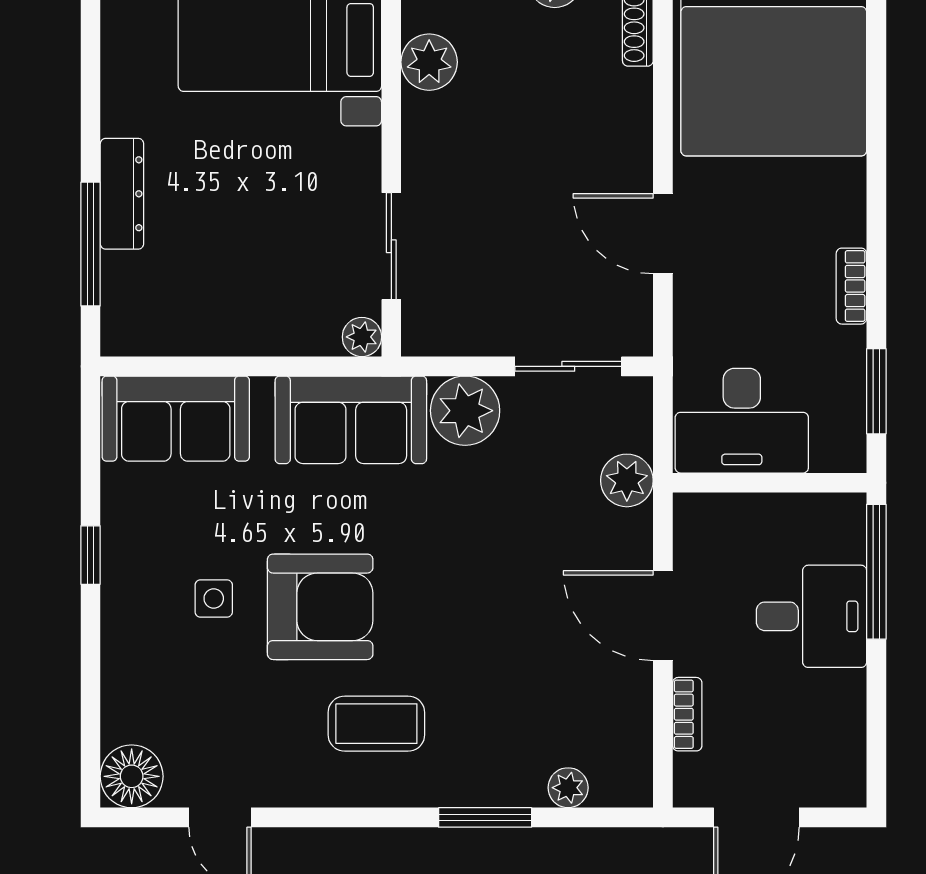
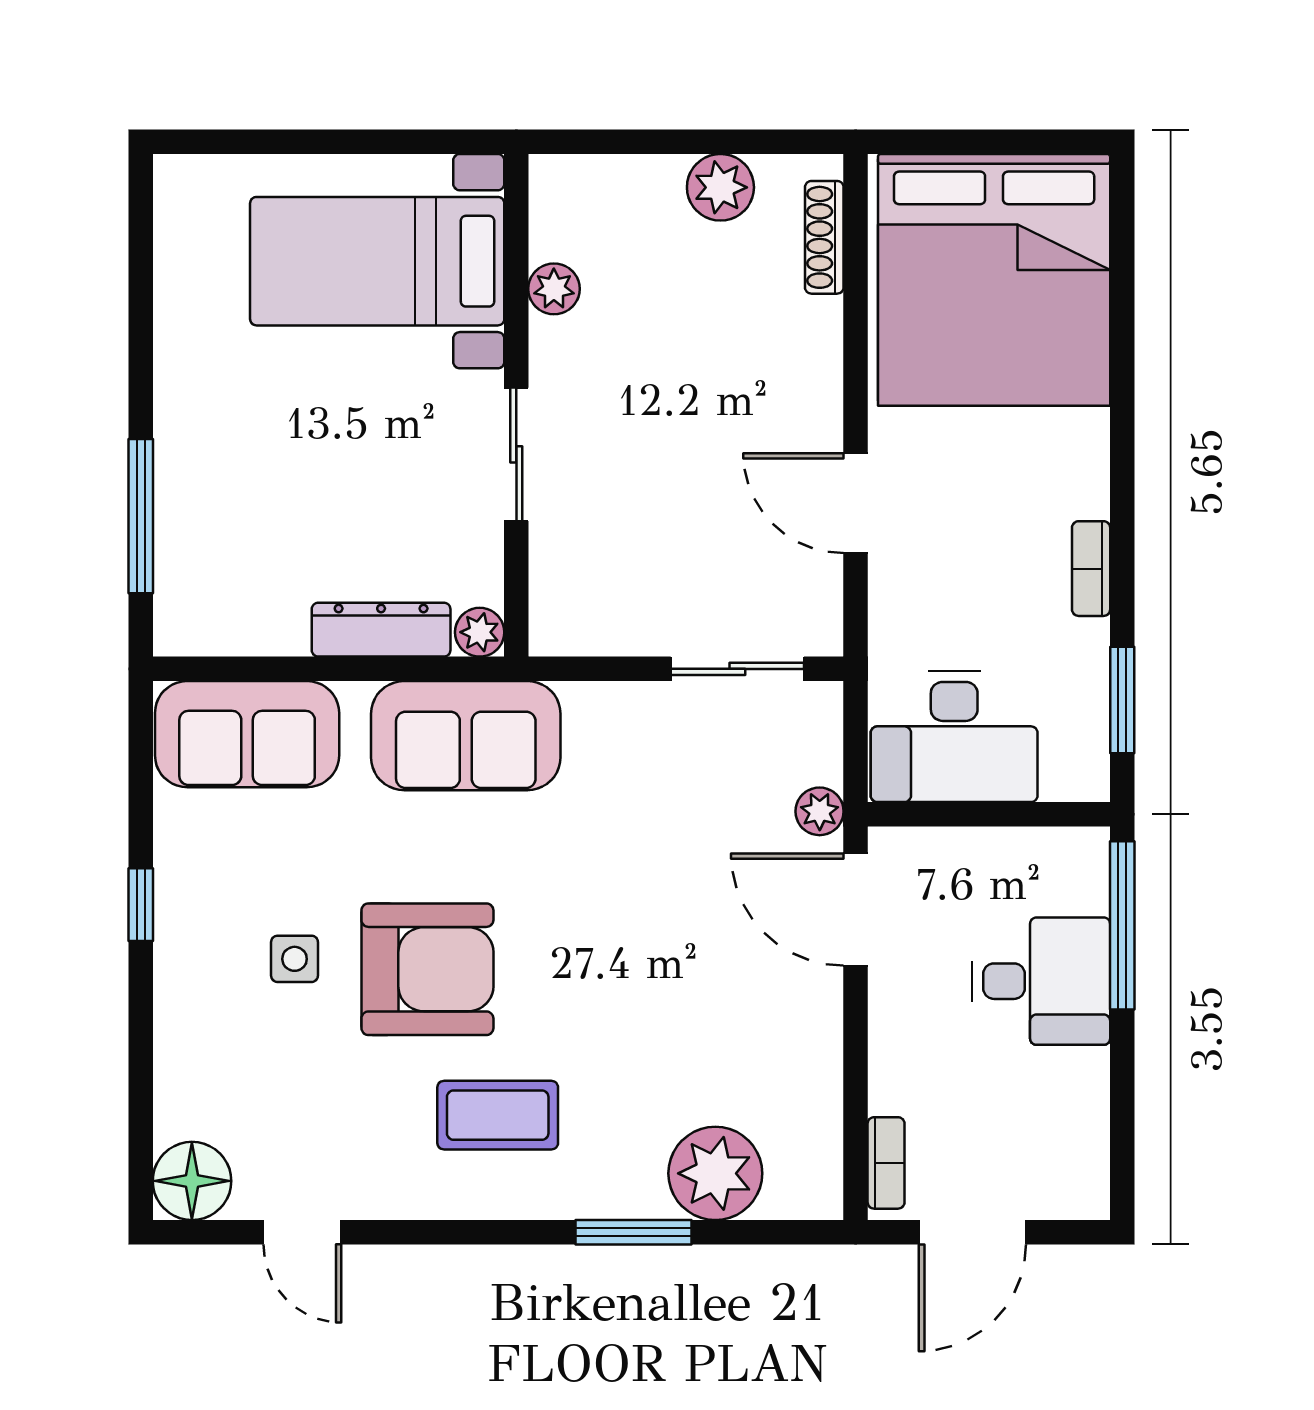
plant: (429, 62) -> (554, 289), width x0.73, depth x0.73
dresser: (122, 194) -> (381, 630), moved, turned -90
sliding door: (391, 246) -> (516, 454), moved
plant: (465, 411) -> (608, 724), removed
plant: (627, 480) -> (820, 811), width x0.73, depth x0.73
door: (663, 616) -> (856, 910), moved
bookcase: (687, 714) -> (886, 1163), moved
plant: (568, 788) -> (715, 1173), width x1.87, depth x1.87

